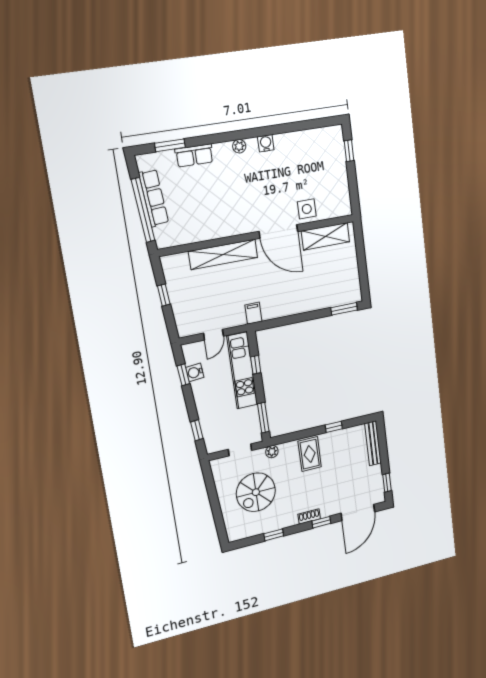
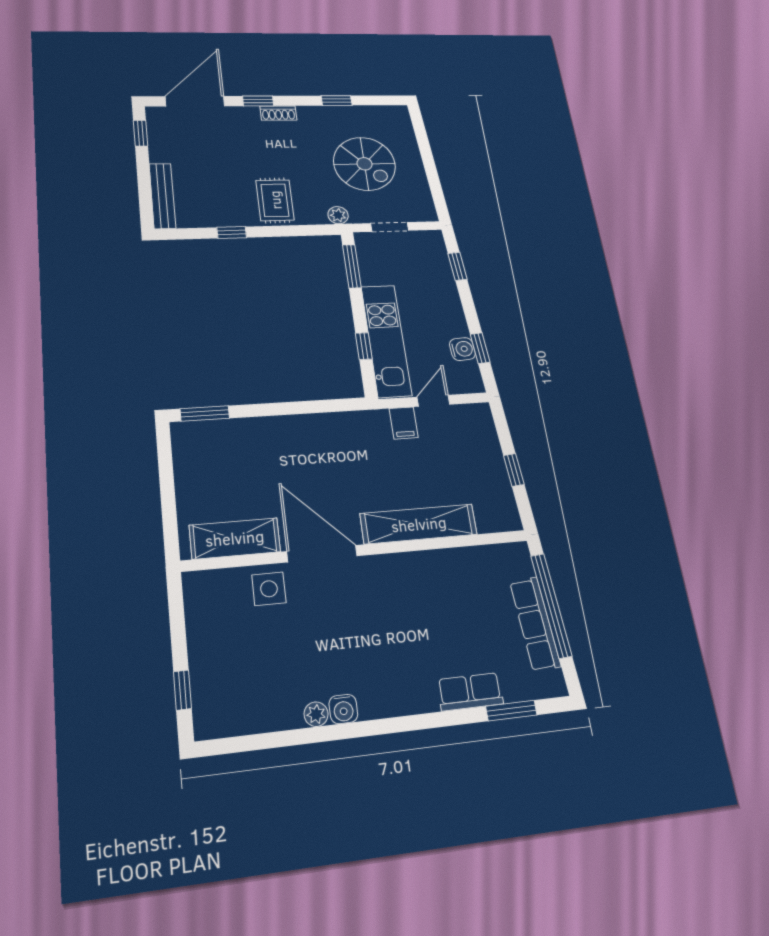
plant: (239, 146) -> (316, 714), moved
filing cabinet: (253, 313) -> (404, 423), moved
spiral stairs: (256, 492) -> (365, 164), turned 90

